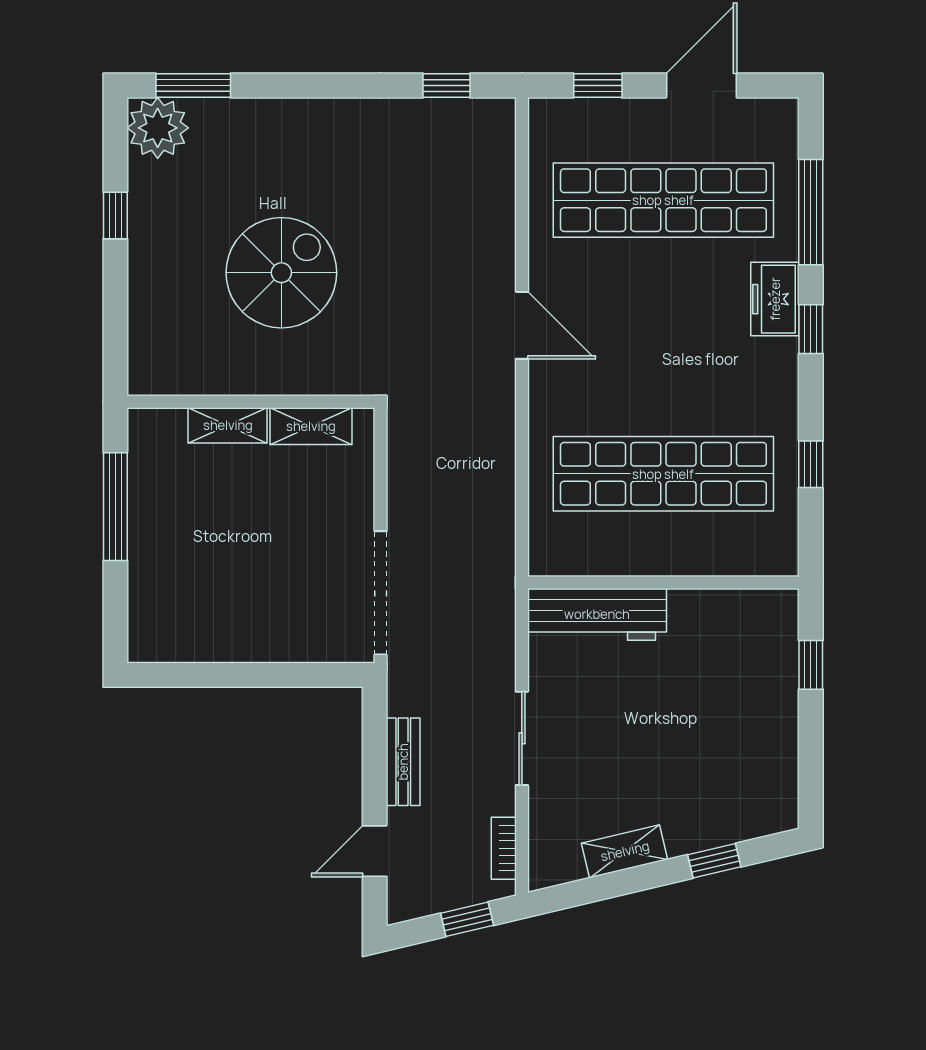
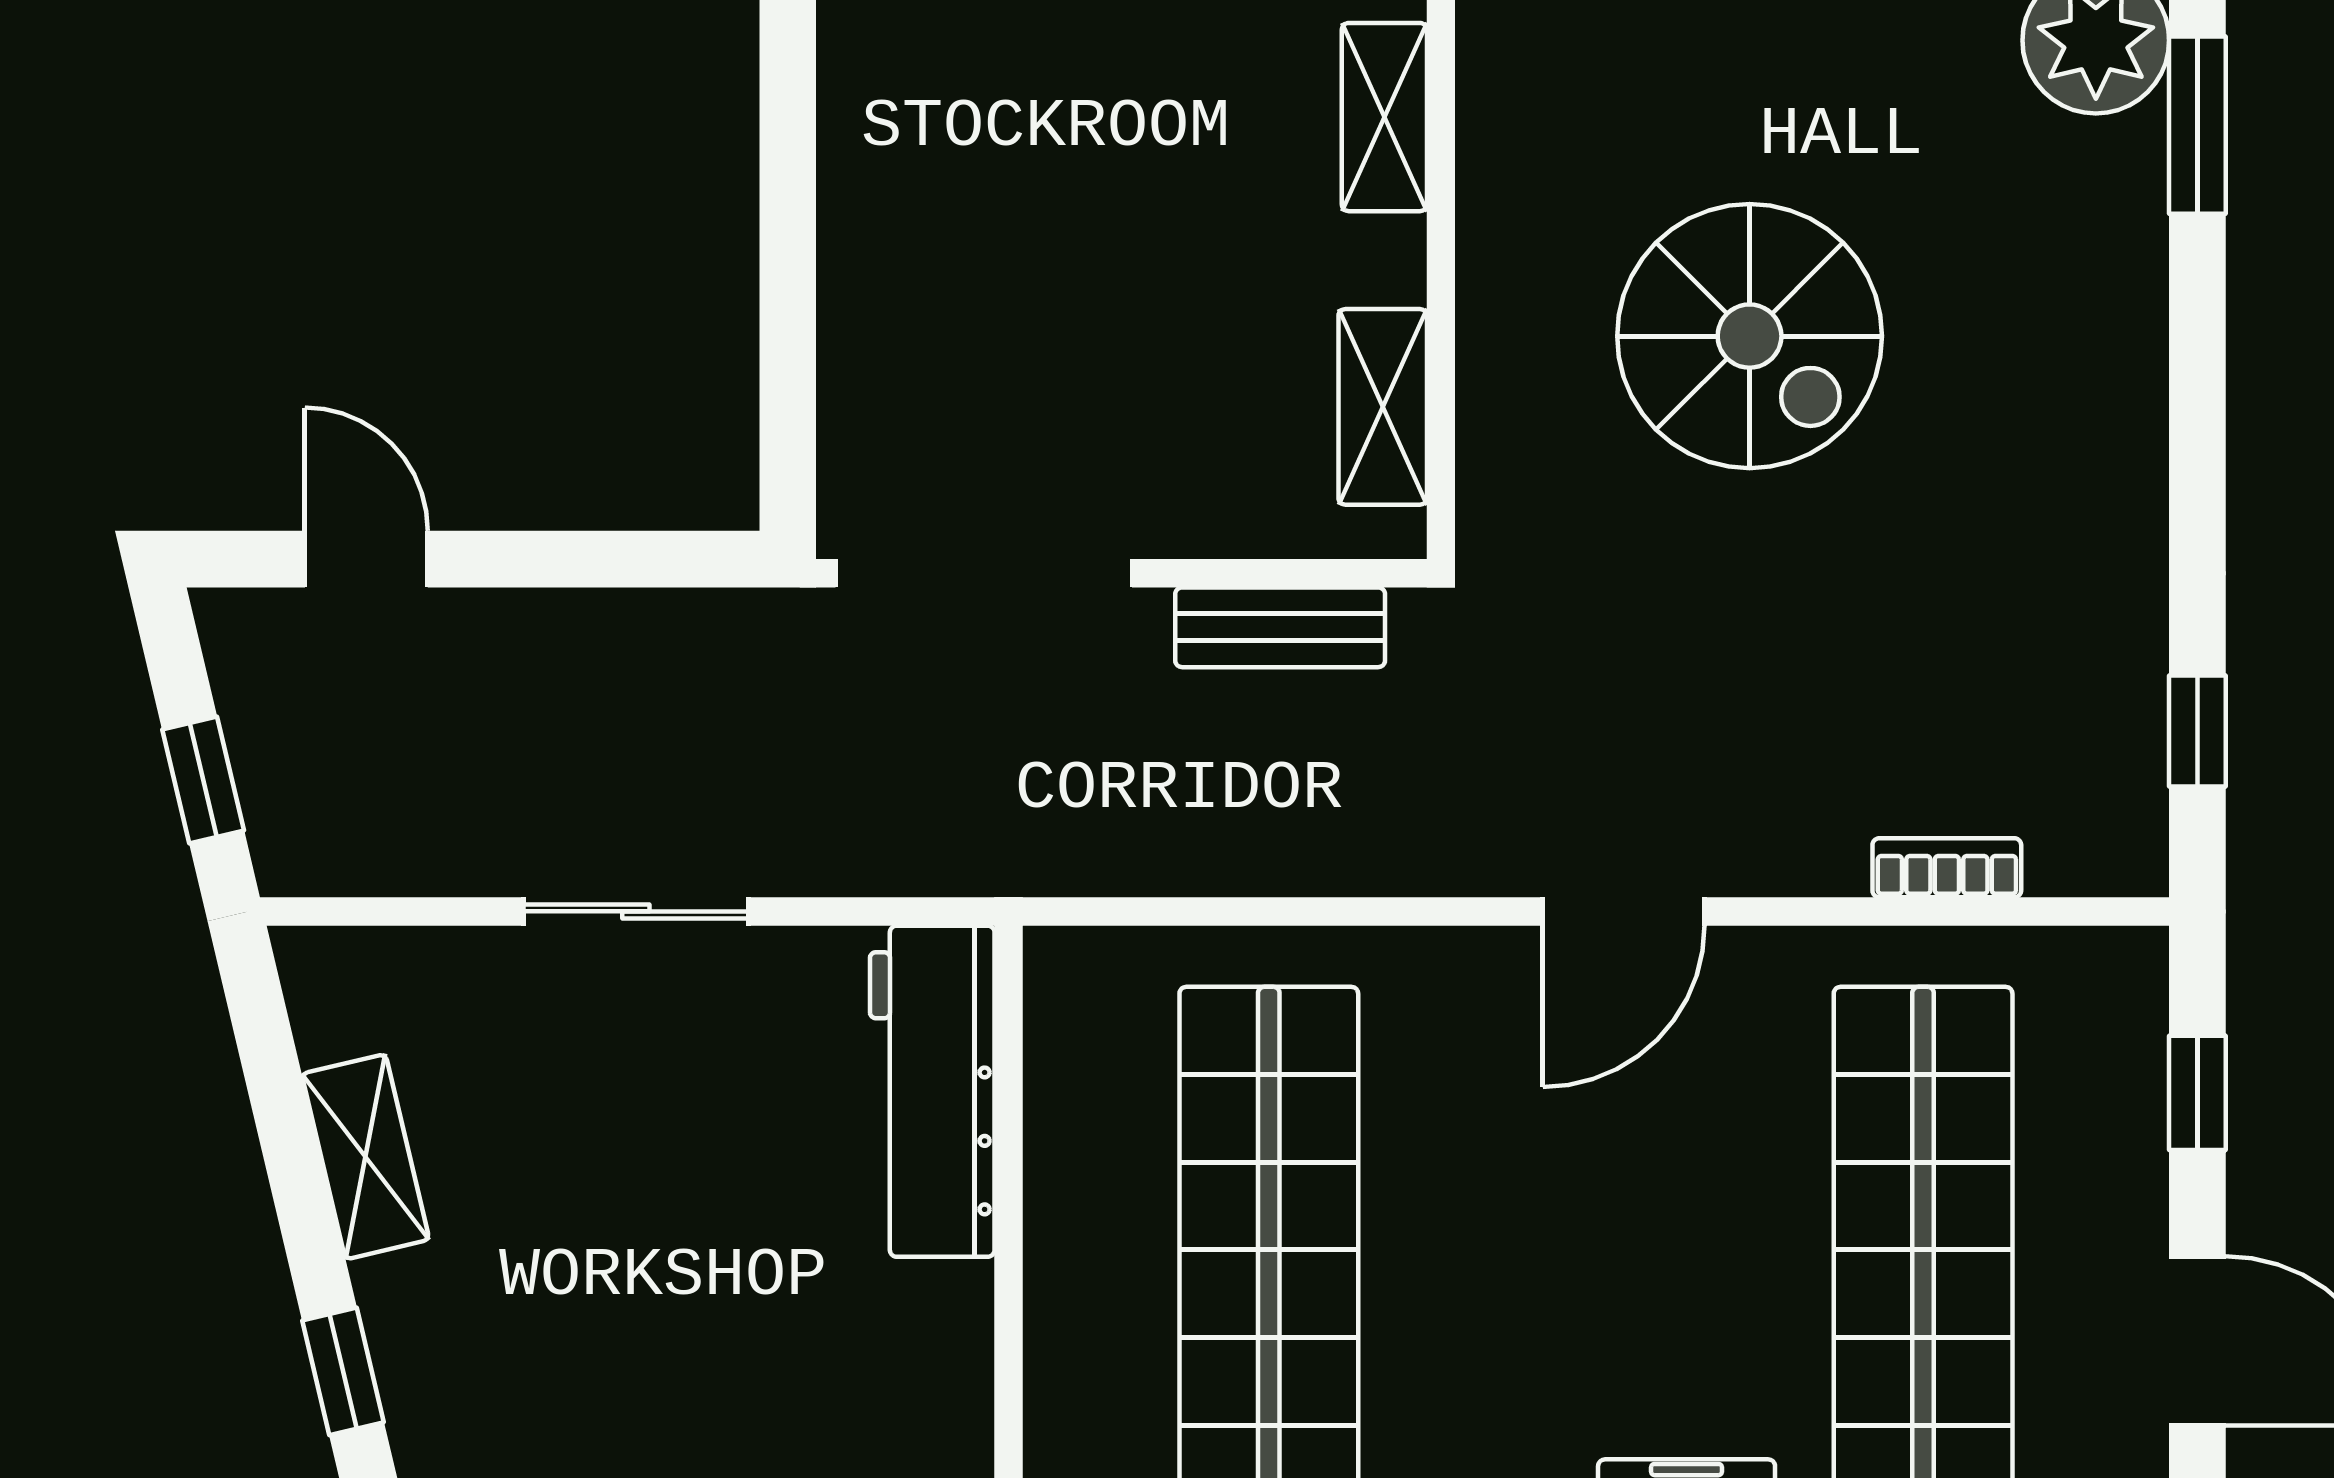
shelving: (228, 425) -> (1384, 117), moved
bench: (403, 762) -> (1280, 627), moved
bookcase: (504, 848) -> (1947, 868), moved

